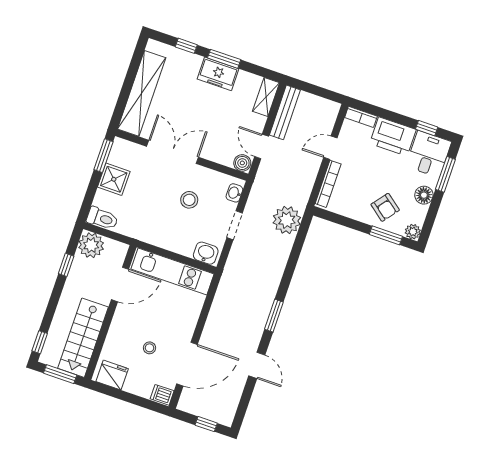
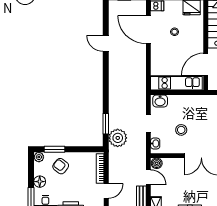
window: (274, 316) -> (106, 124), moved
door: (187, 364) -> (148, 30), hinge flipped

